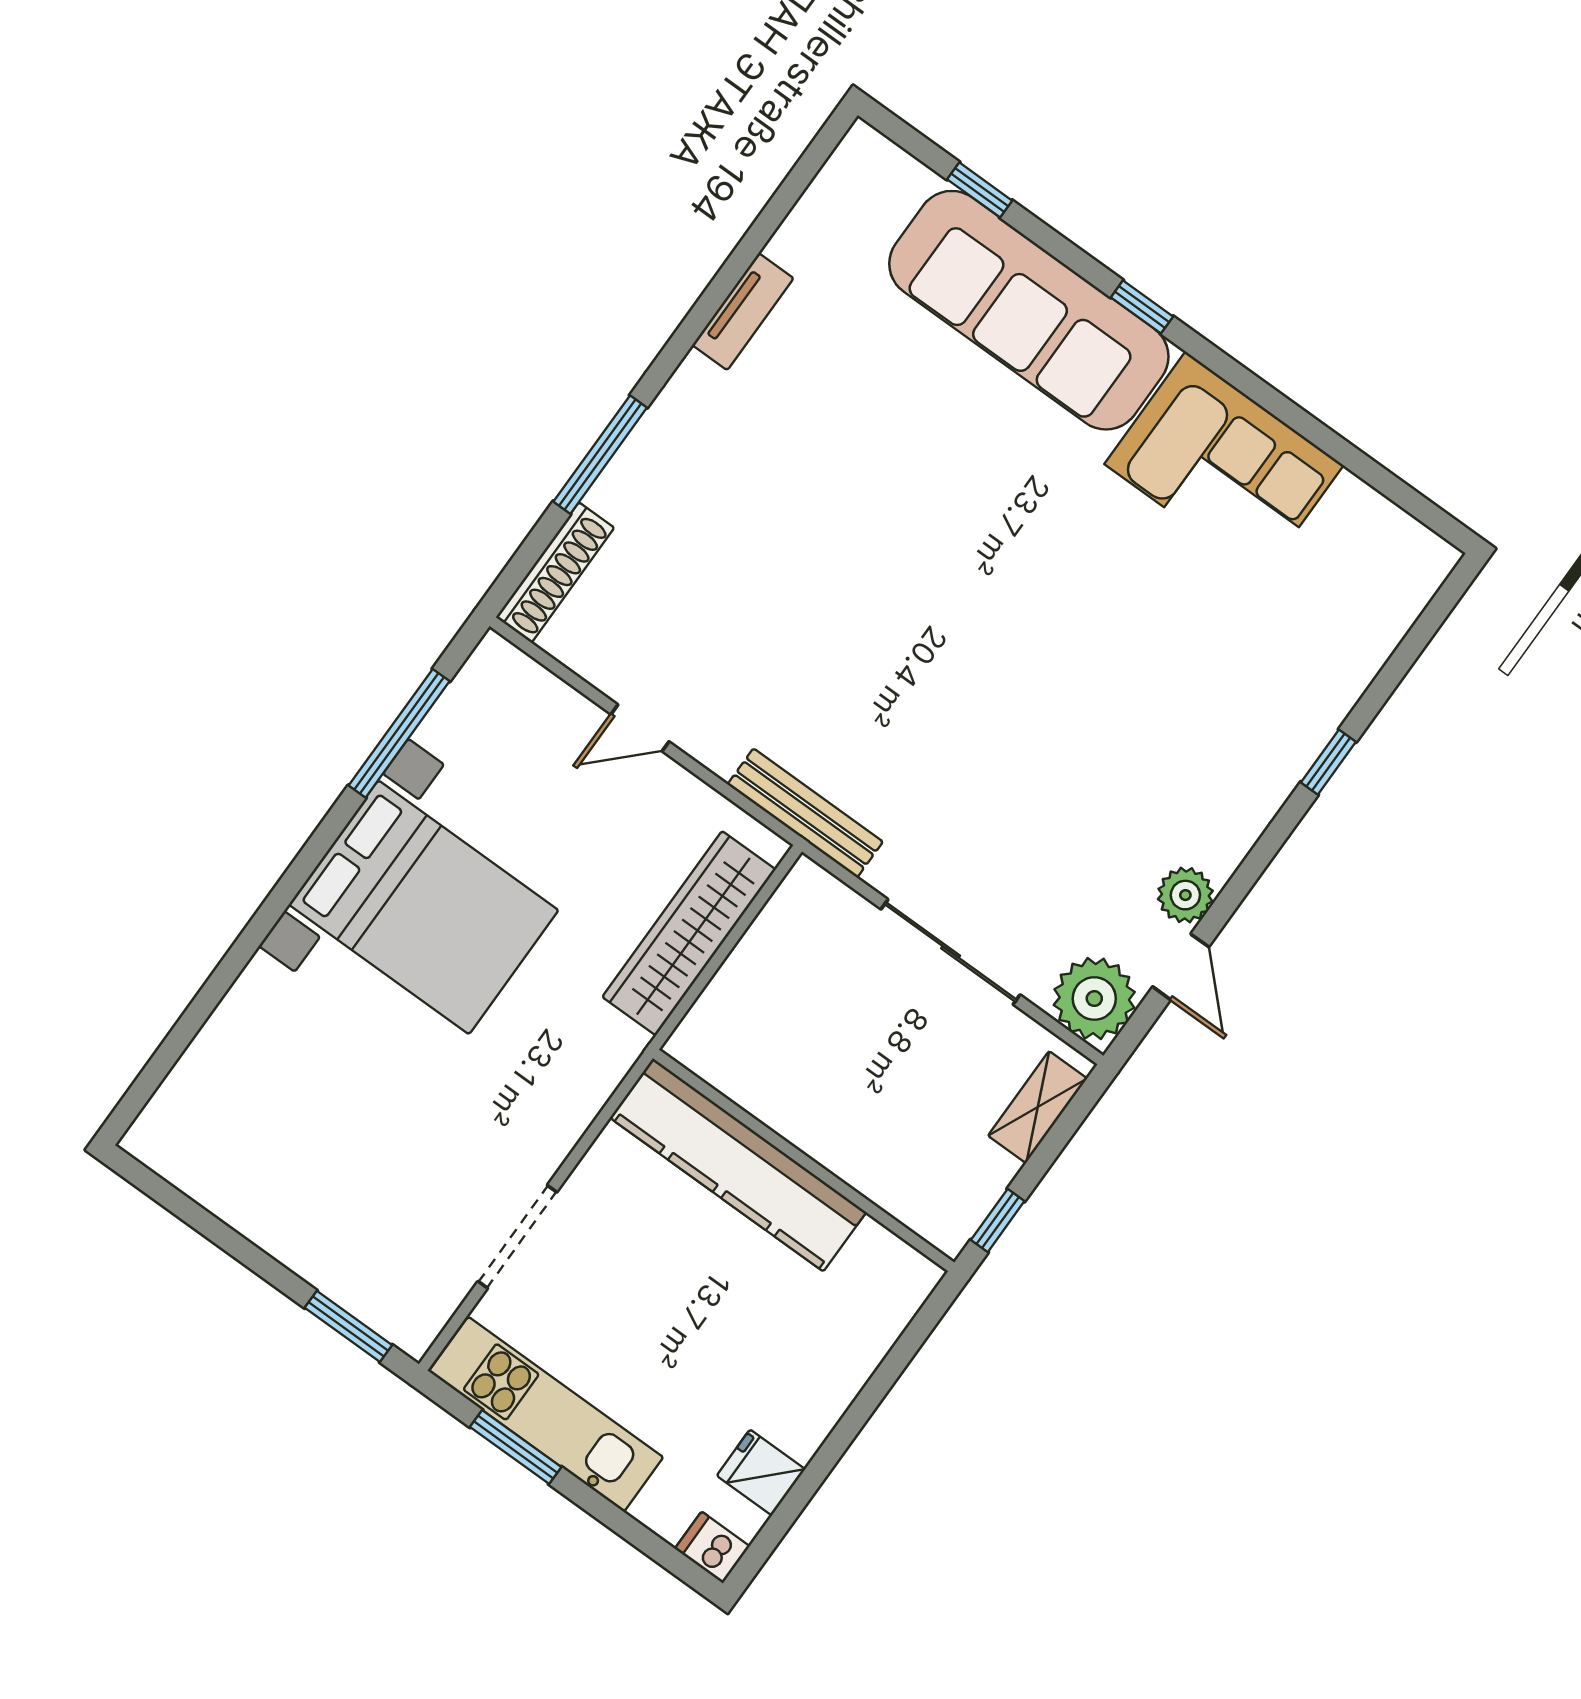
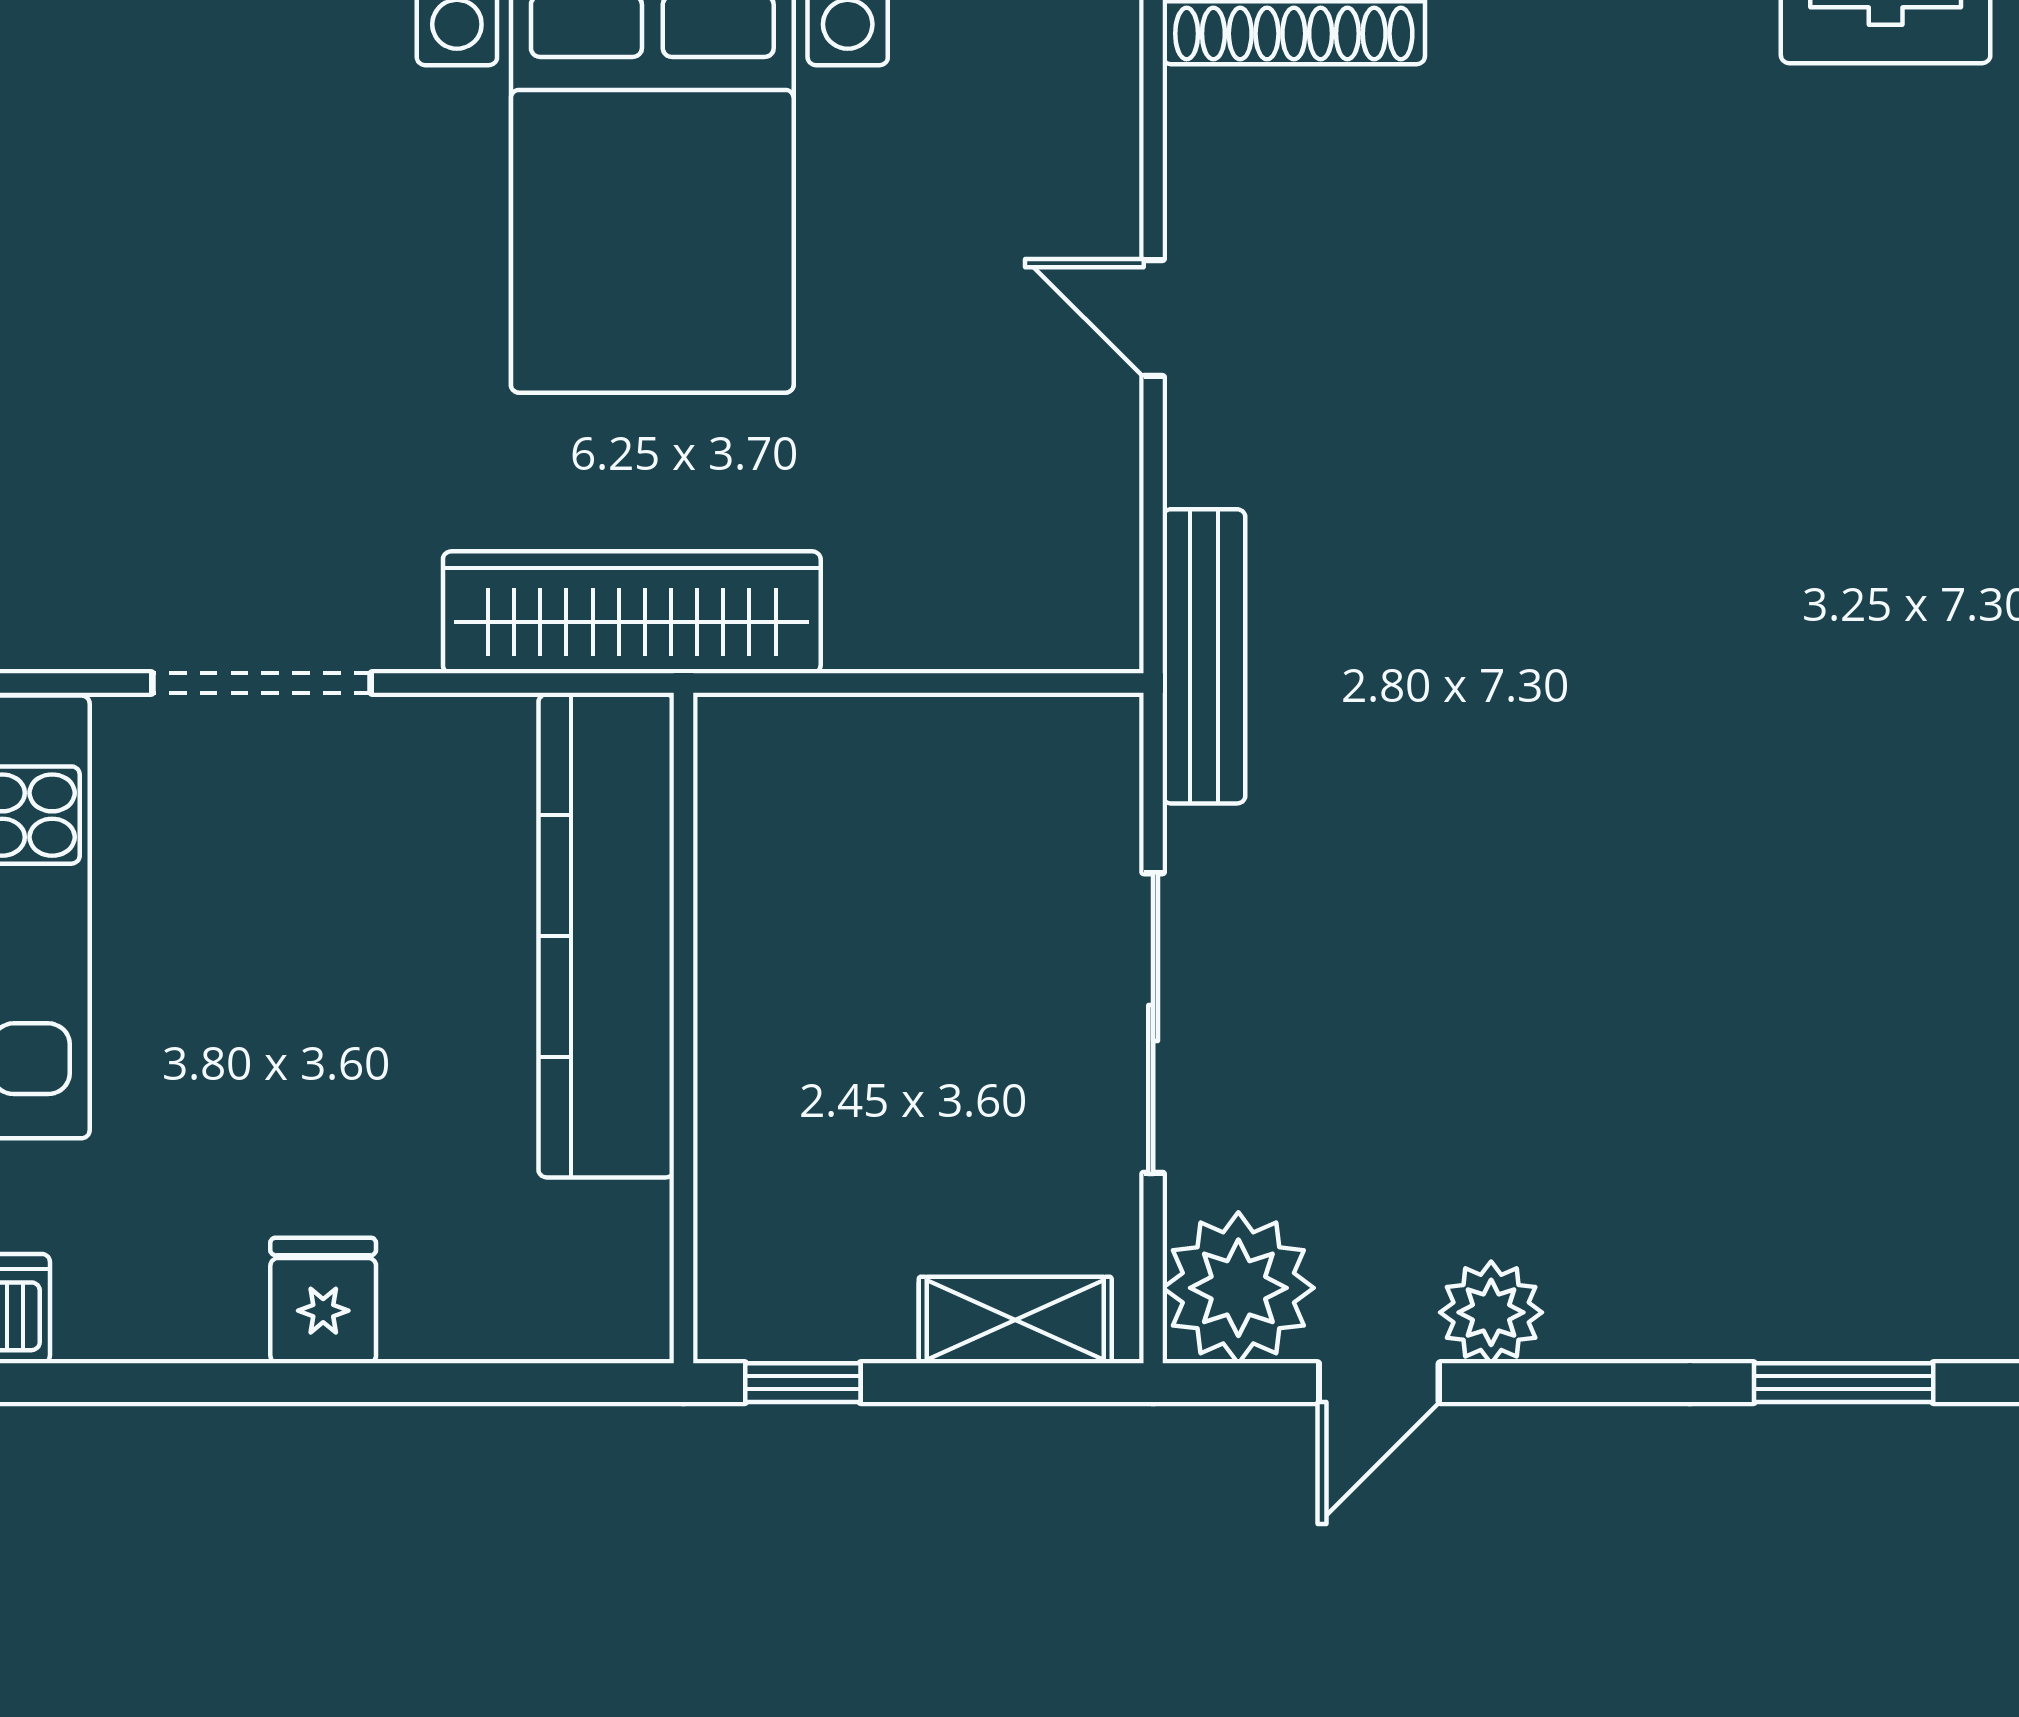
window: (1328, 762) -> (1844, 1383), width x1.50
wardrobe: (689, 933) -> (632, 612), moved
fridge: (761, 1472) -> (323, 1301), moved

